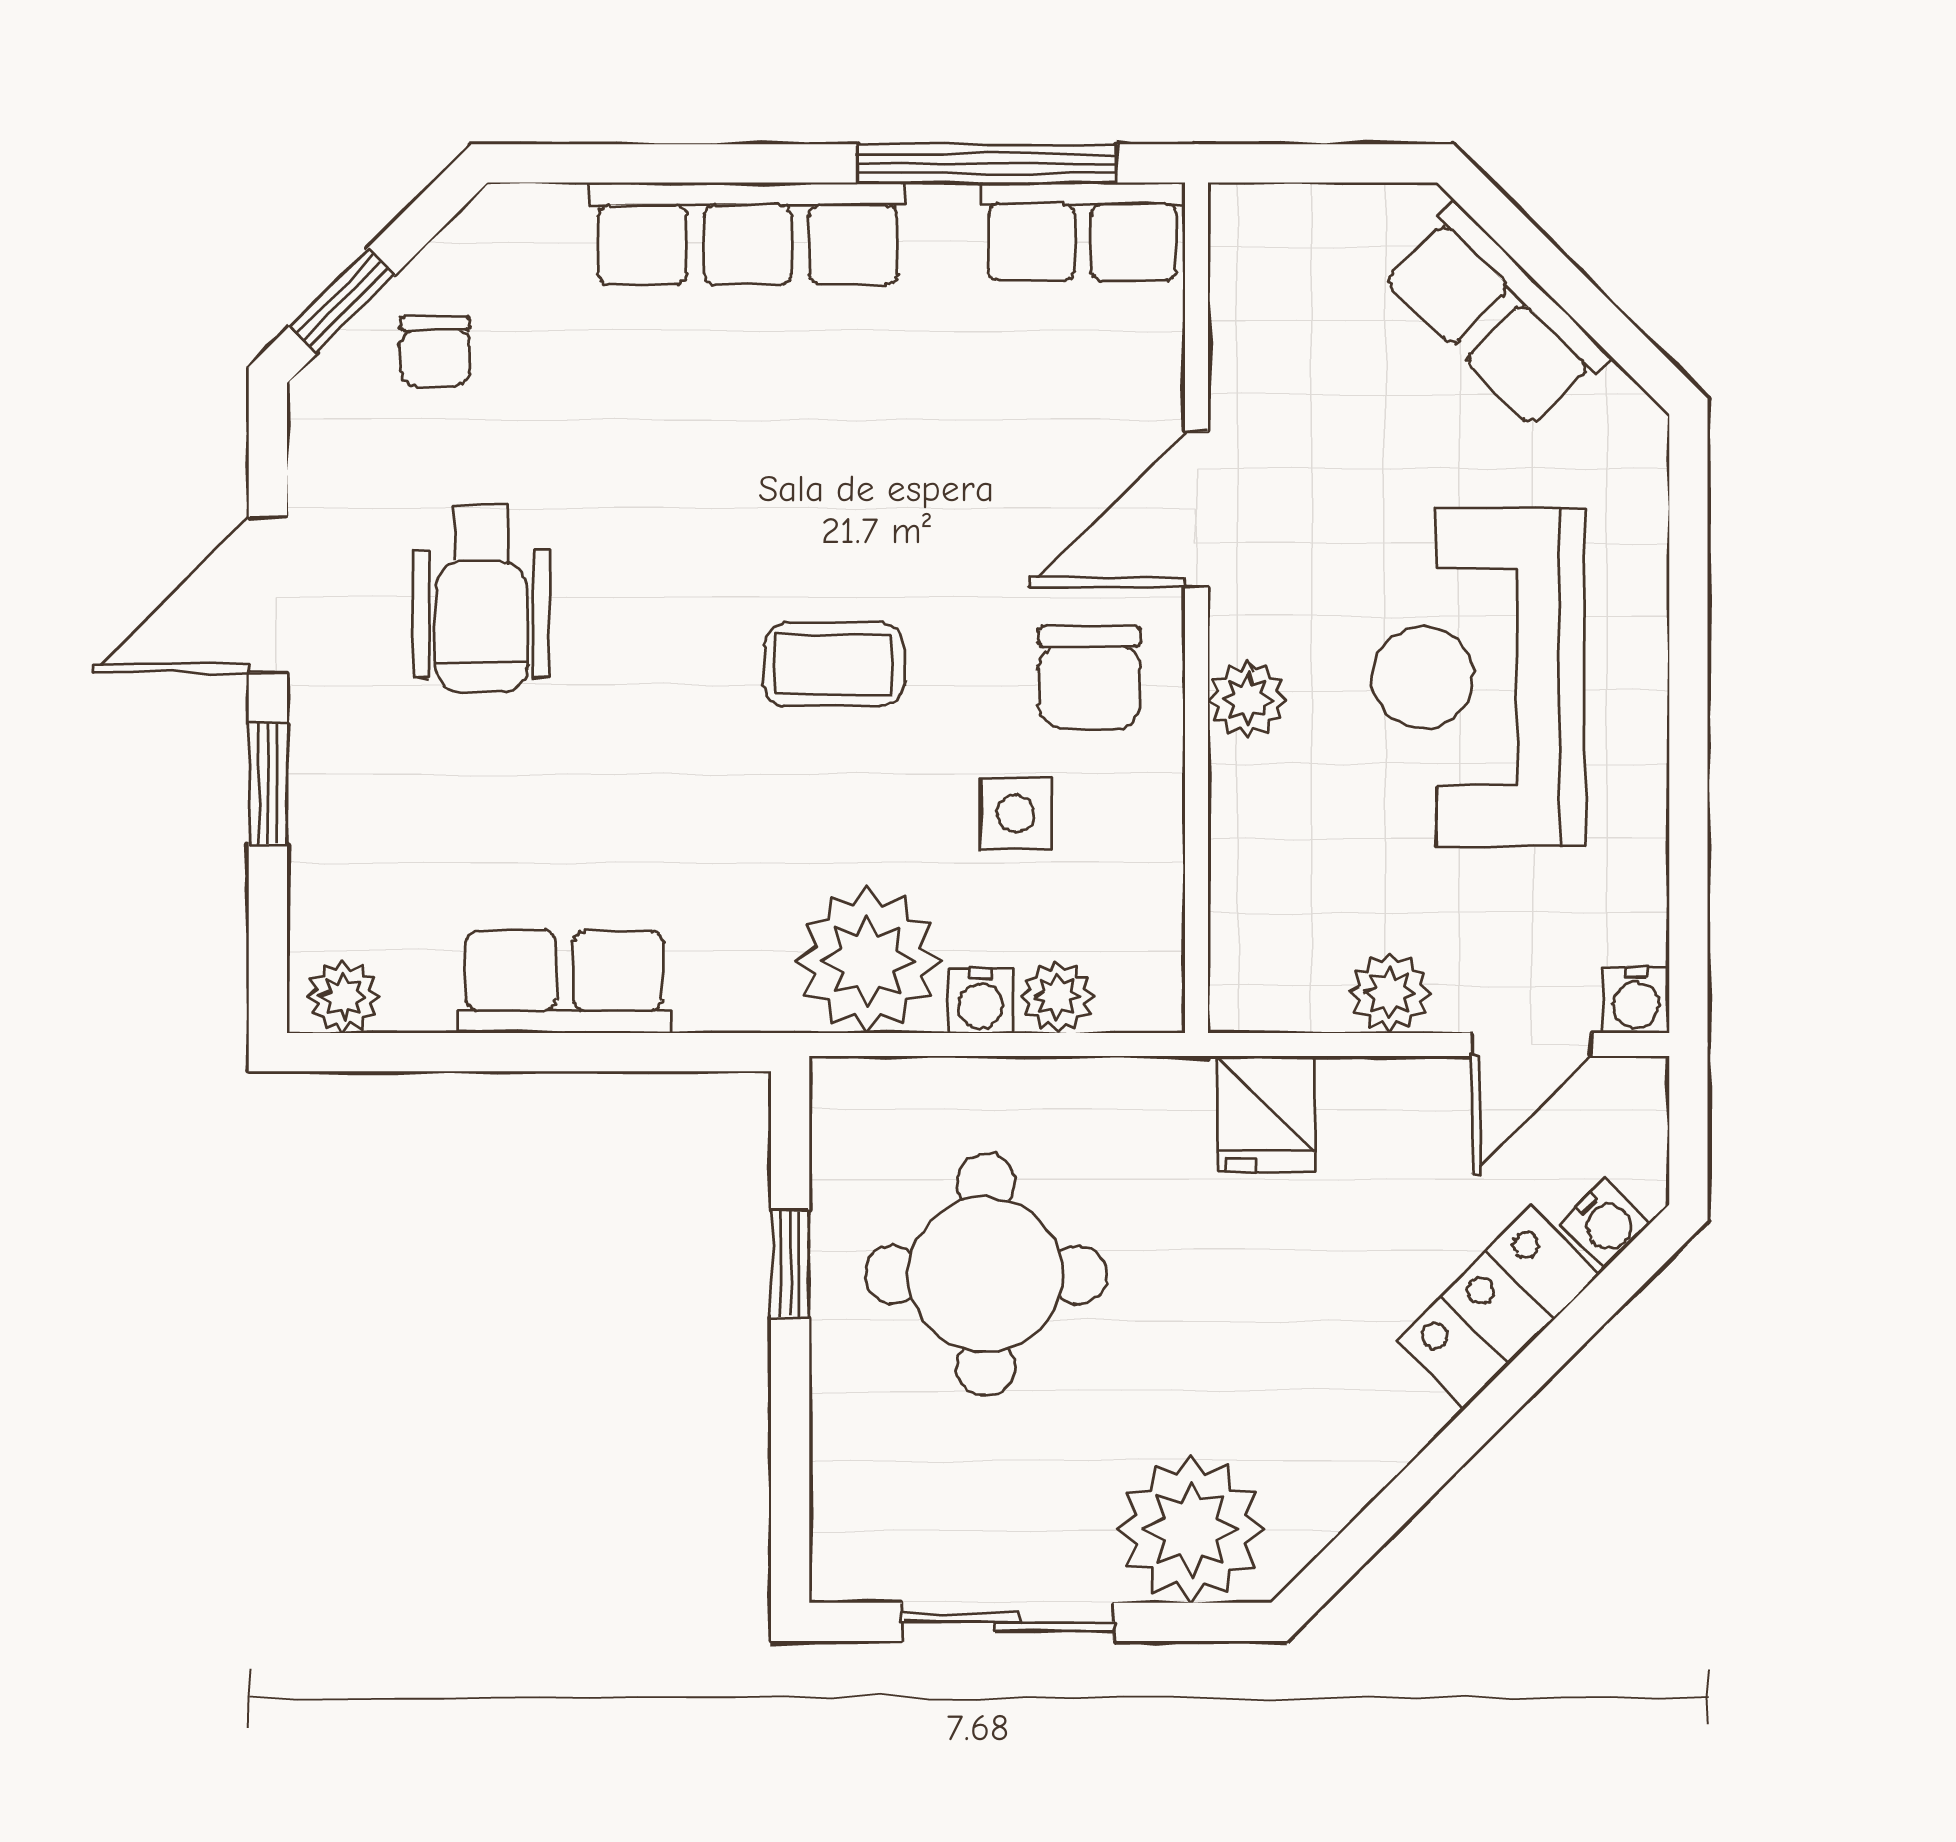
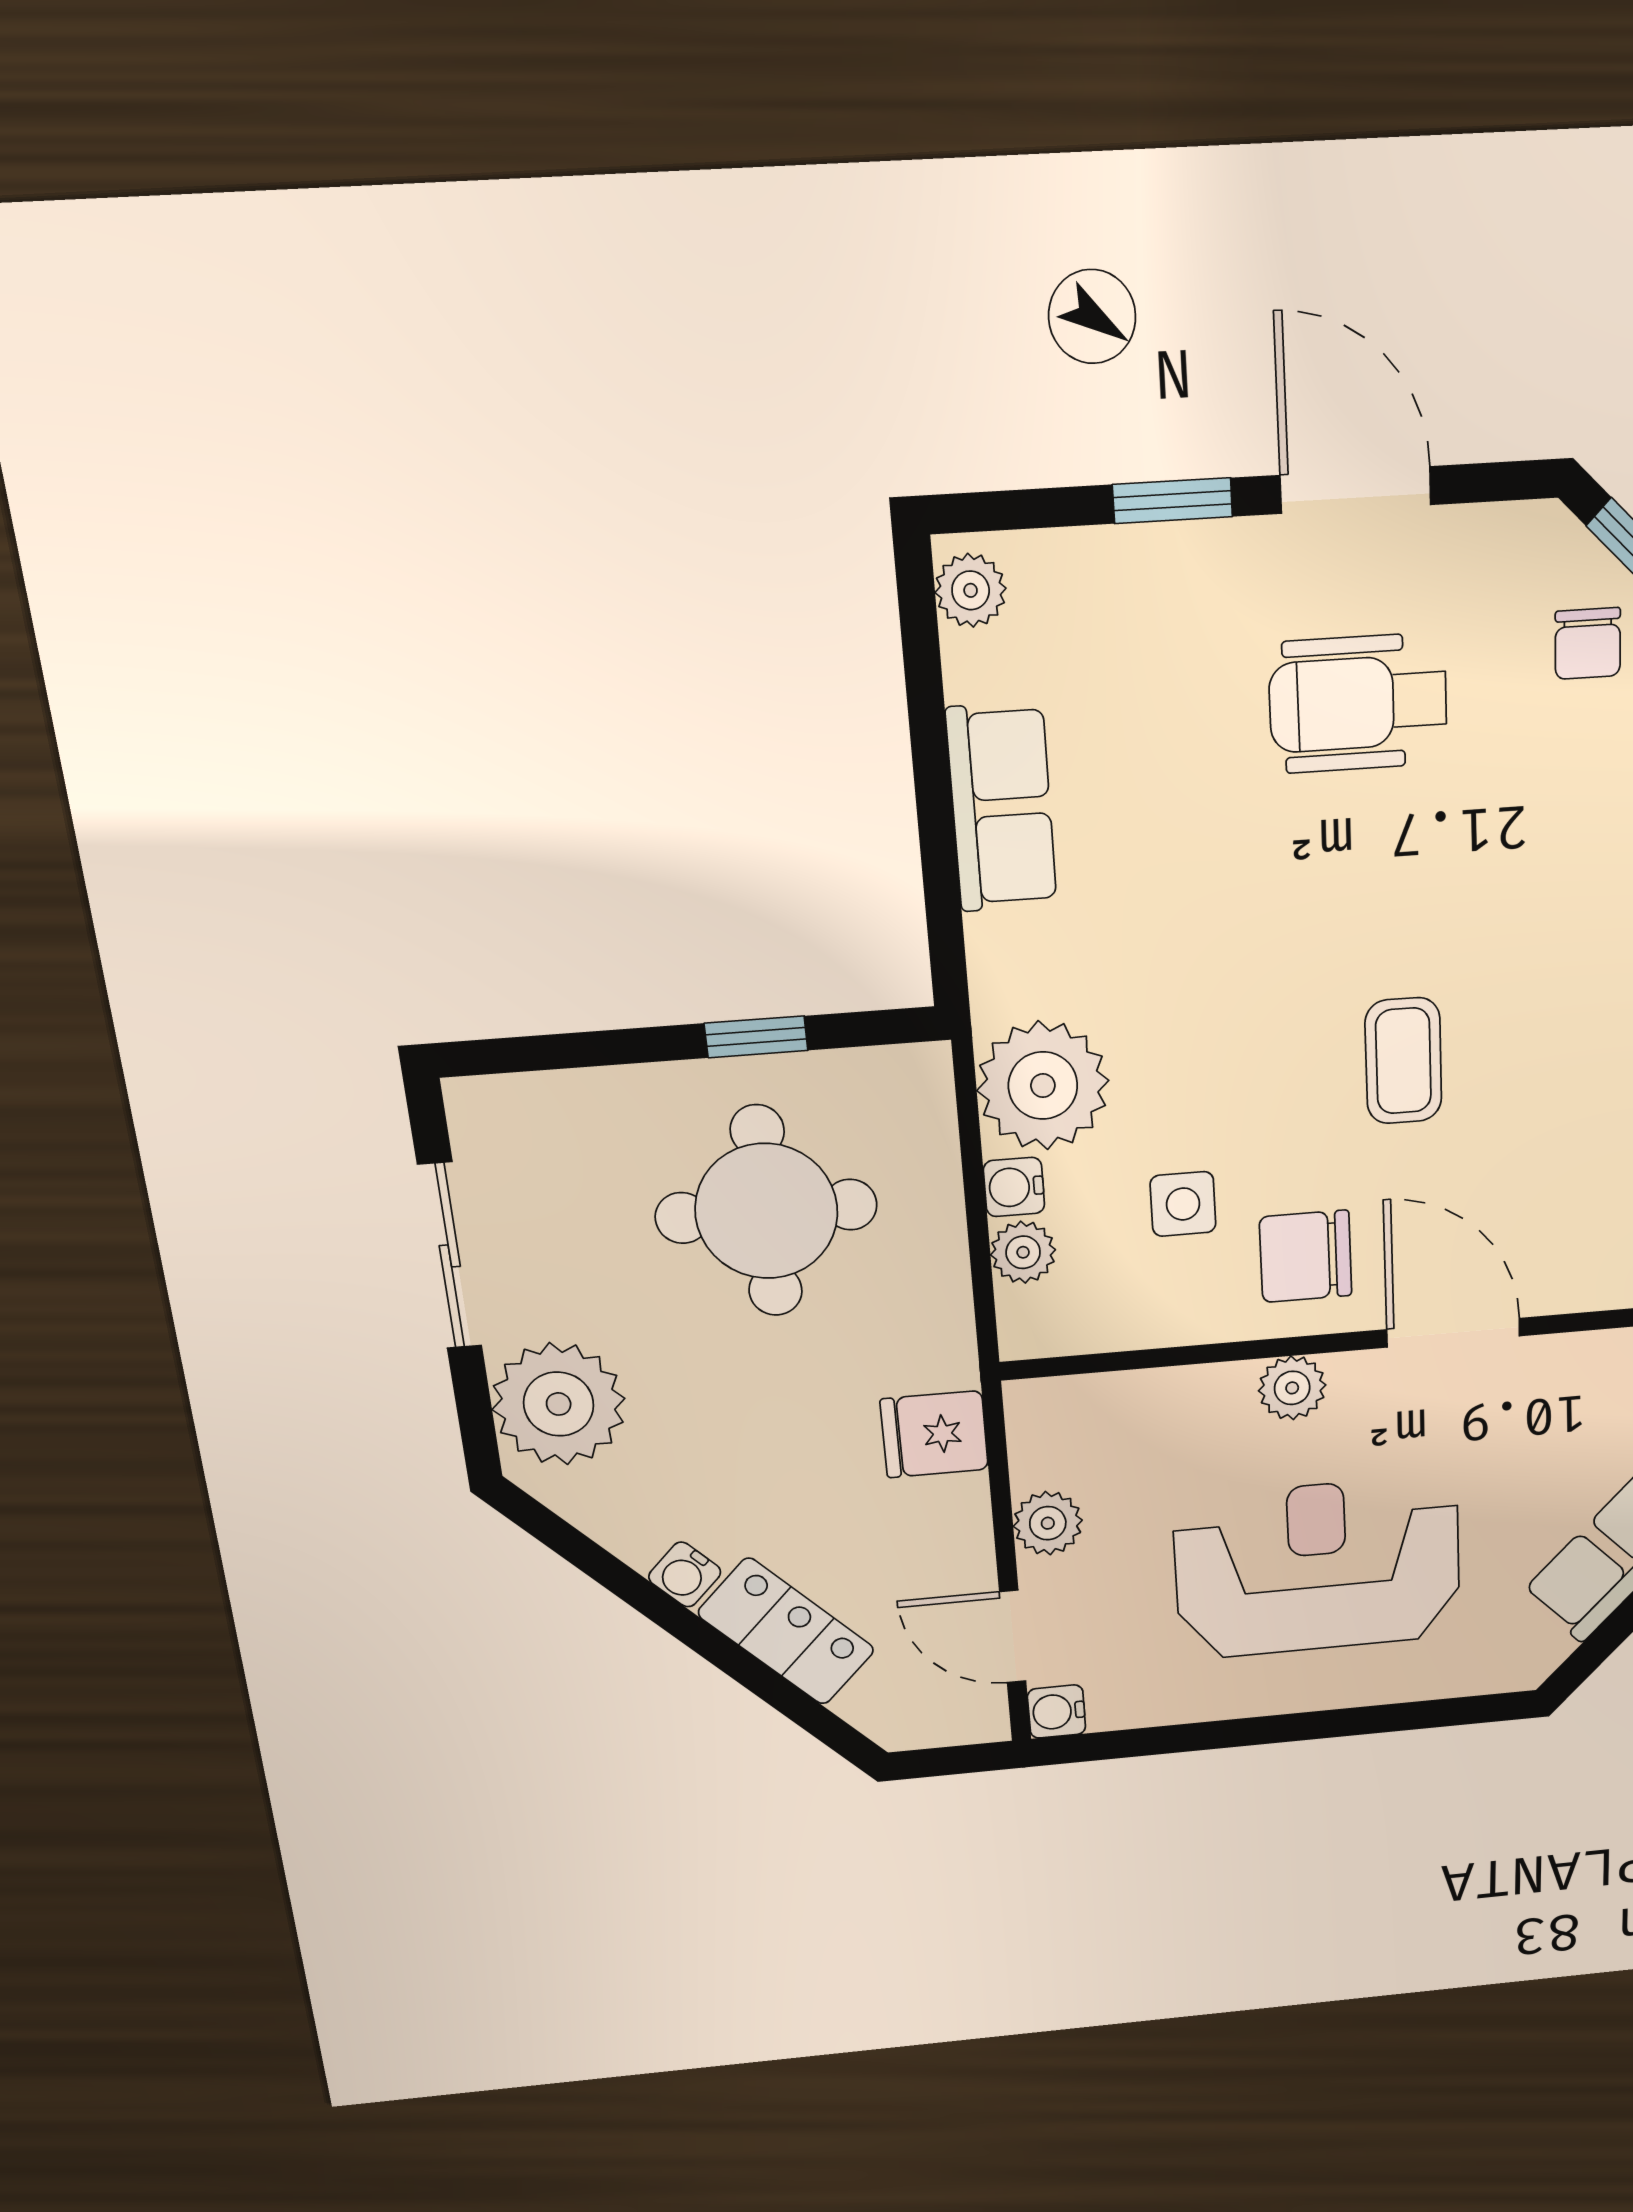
chair: (435, 351) -> (1588, 643), turned -90
coffee table: (834, 664) -> (1403, 1061), moved
water cooler: (1605, 1223) -> (685, 1575), moved

